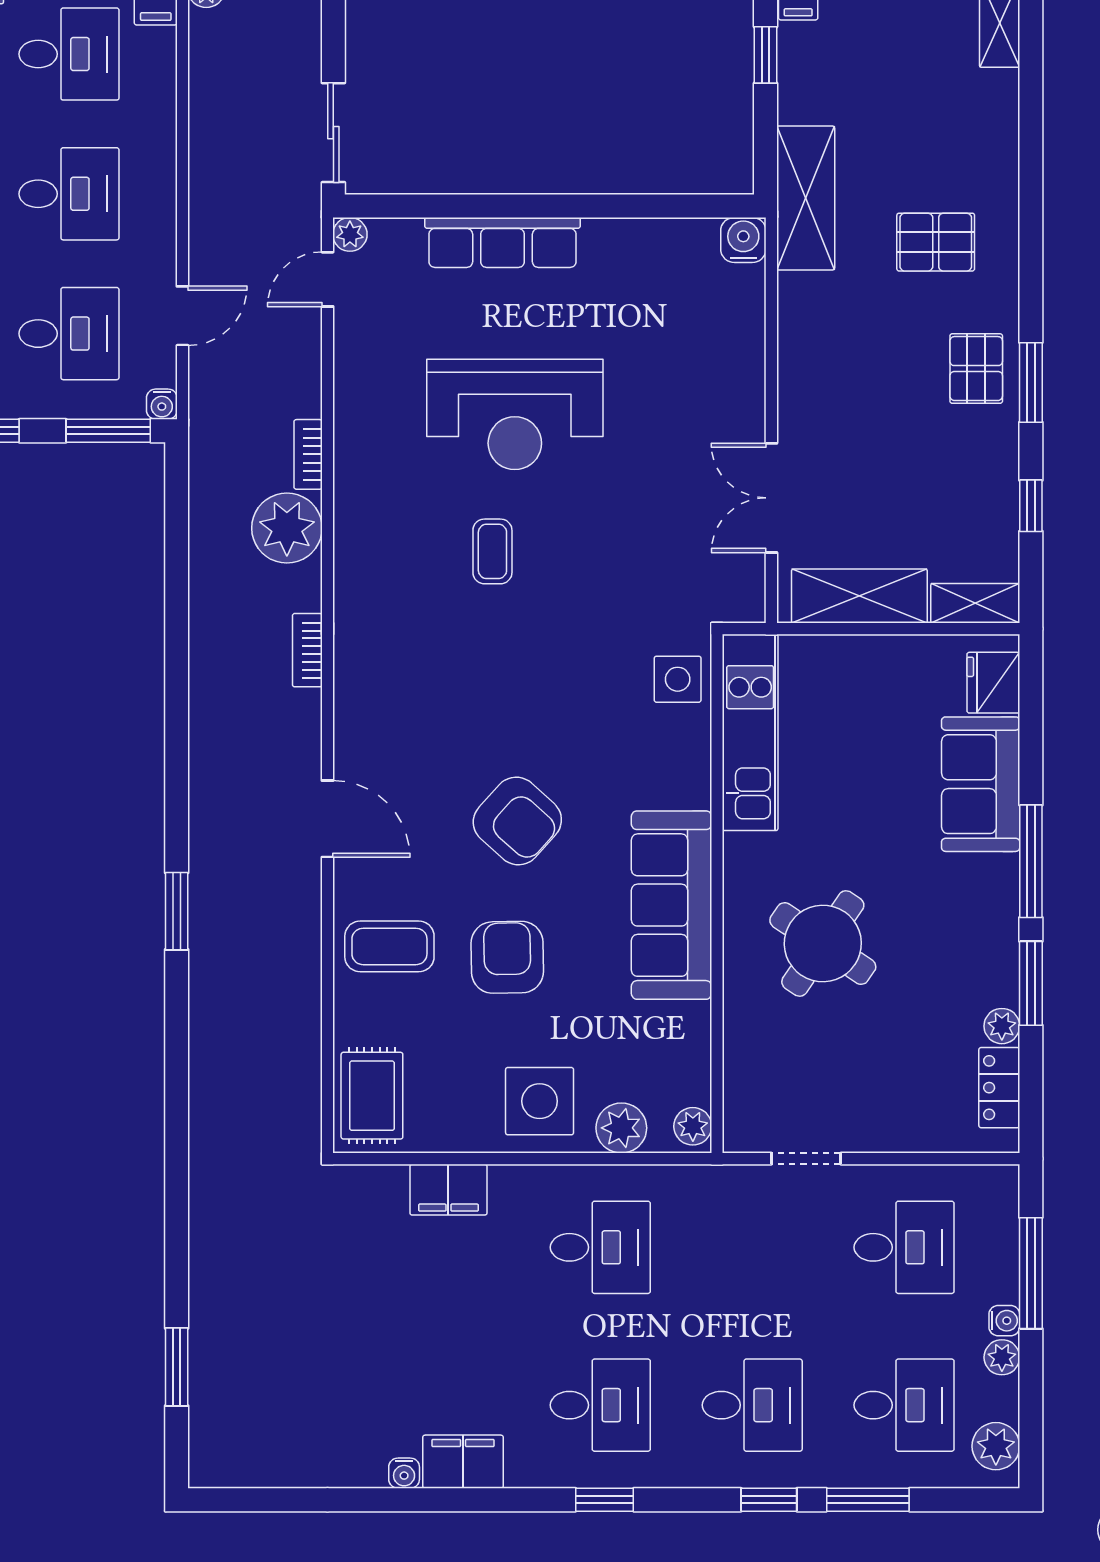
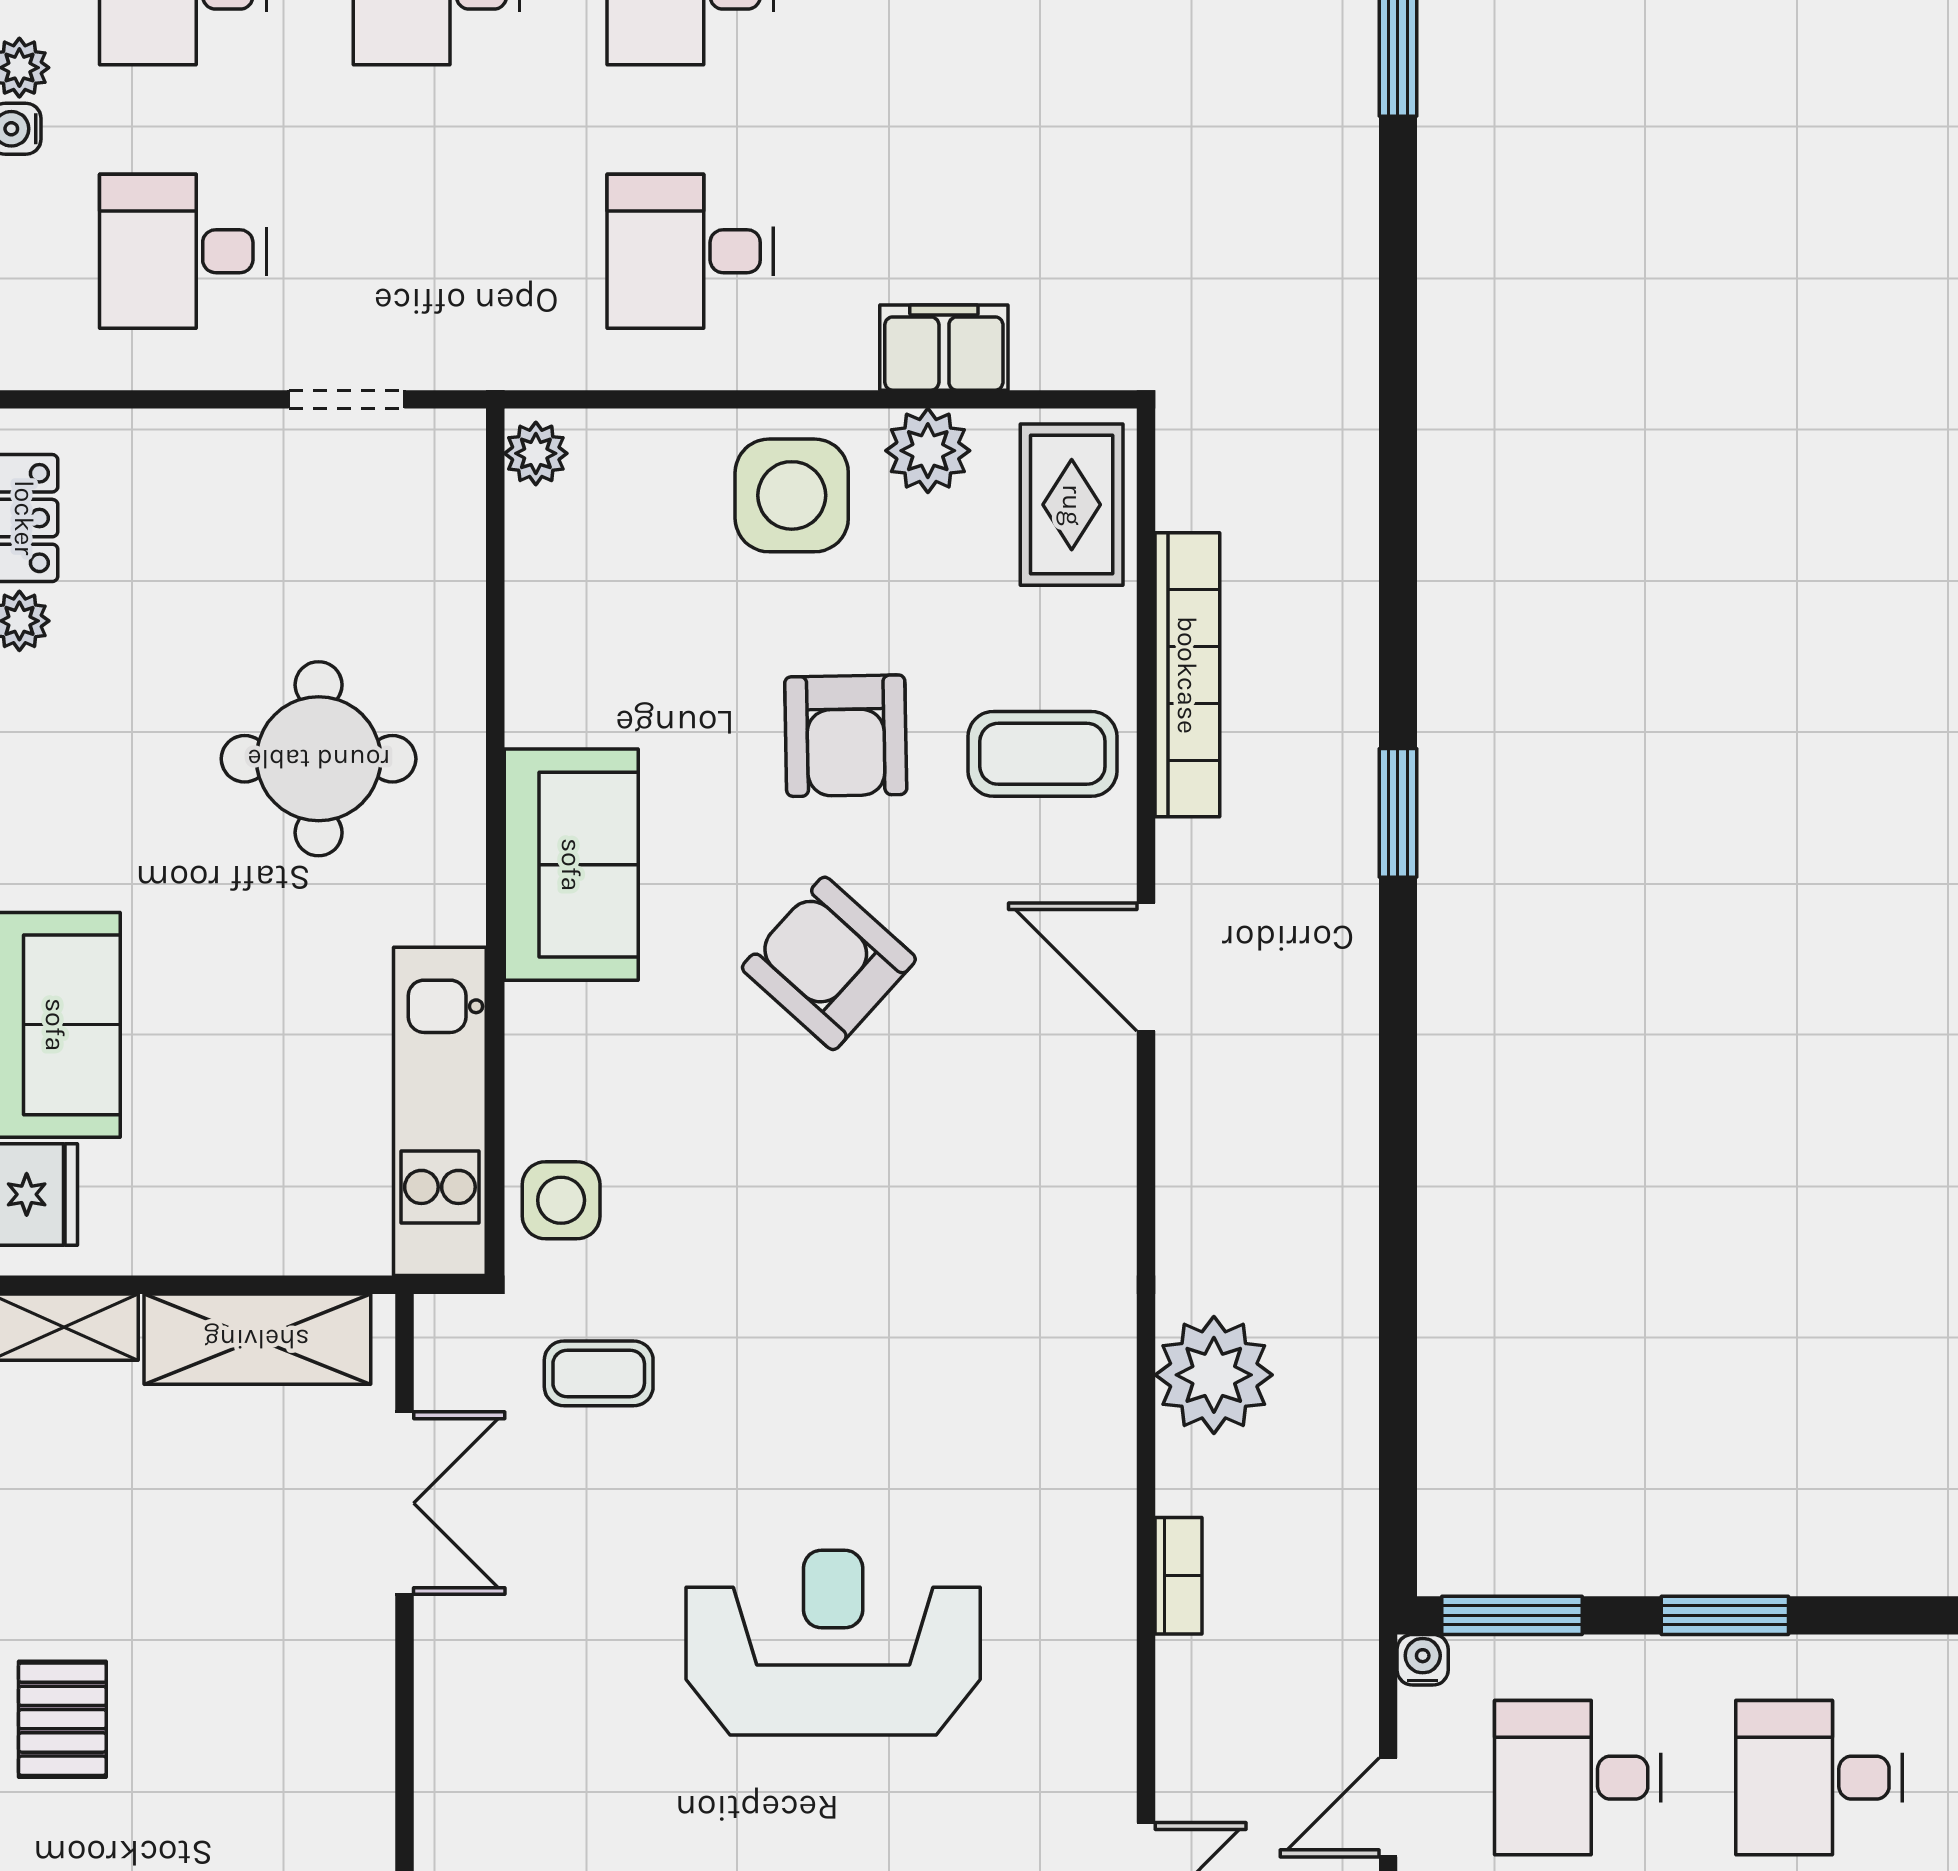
plant: (287, 528) -> (1214, 1375), moved
coffee table: (492, 551) -> (599, 1373), moved, turned 90
bookcase: (307, 650) -> (1187, 675), moved, width x2.31, depth x1.31
sofa: (672, 905) -> (571, 865), width x0.73
round table: (823, 943) -> (319, 759), turned -34
plant: (621, 1128) -> (928, 451), moved

